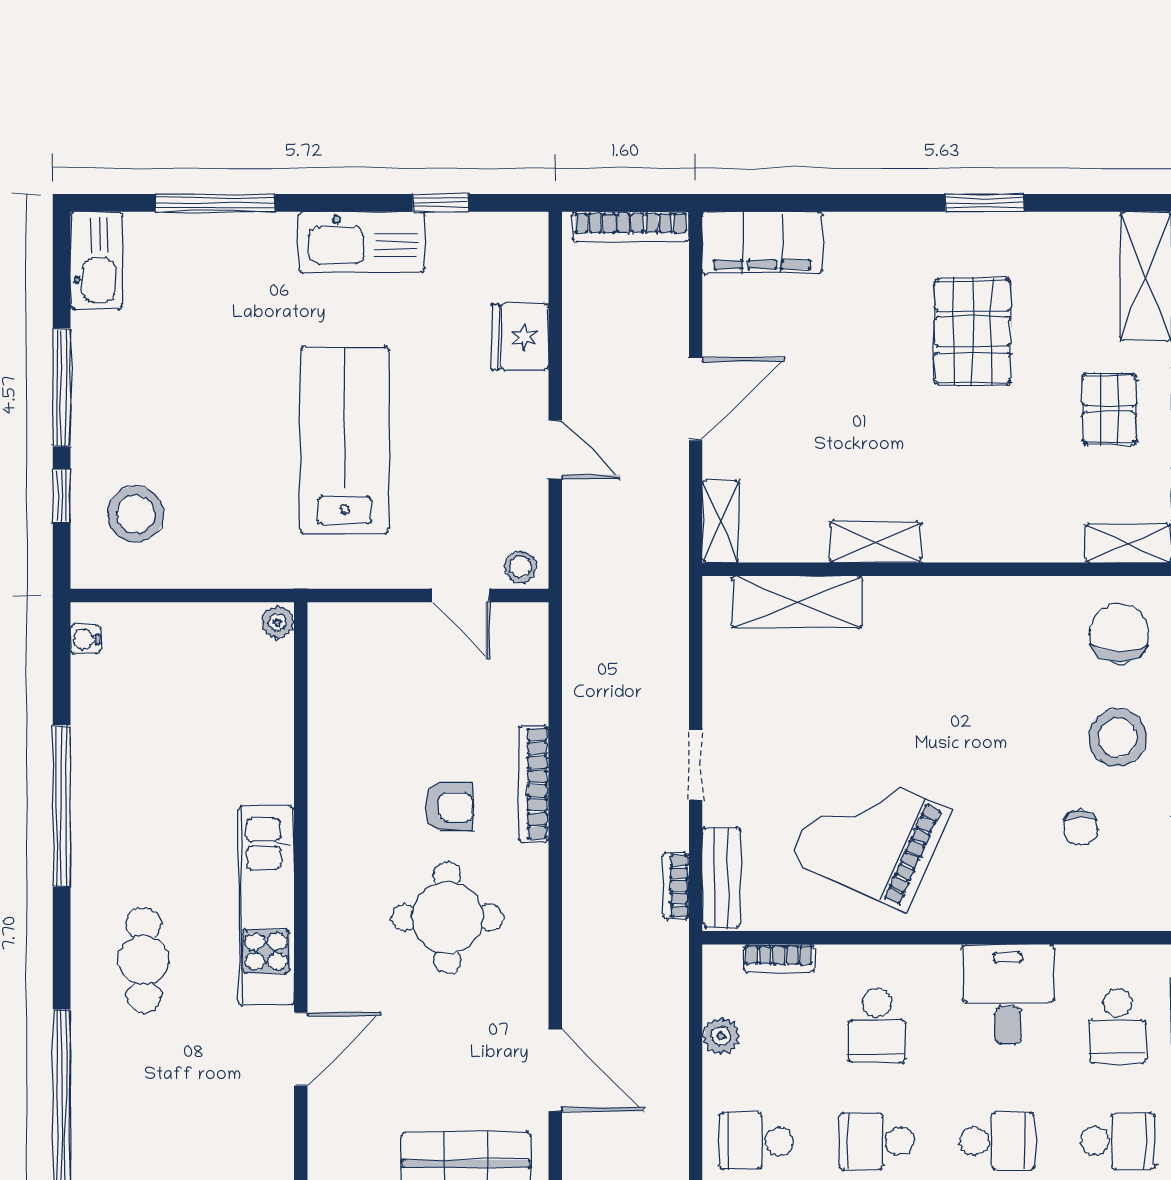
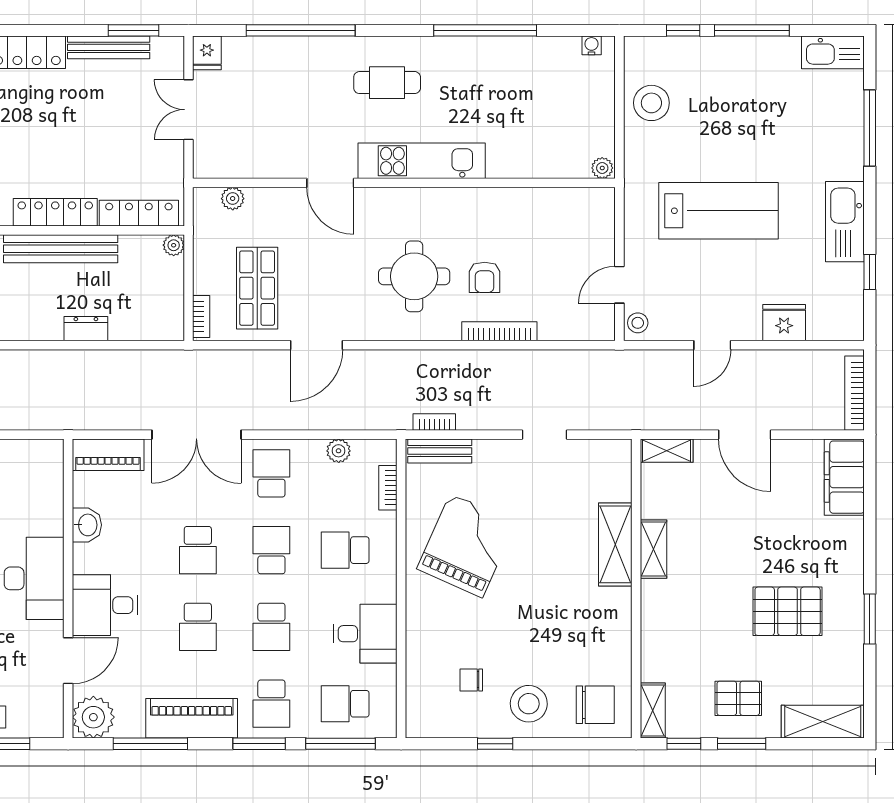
stool: (136, 514) -> (651, 103), moved
shelving: (797, 602) -> (615, 544), moved
doorway: (696, 765) -> (544, 435), moved

